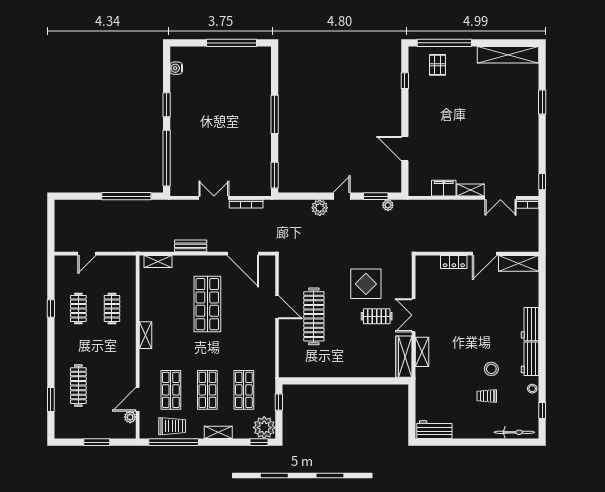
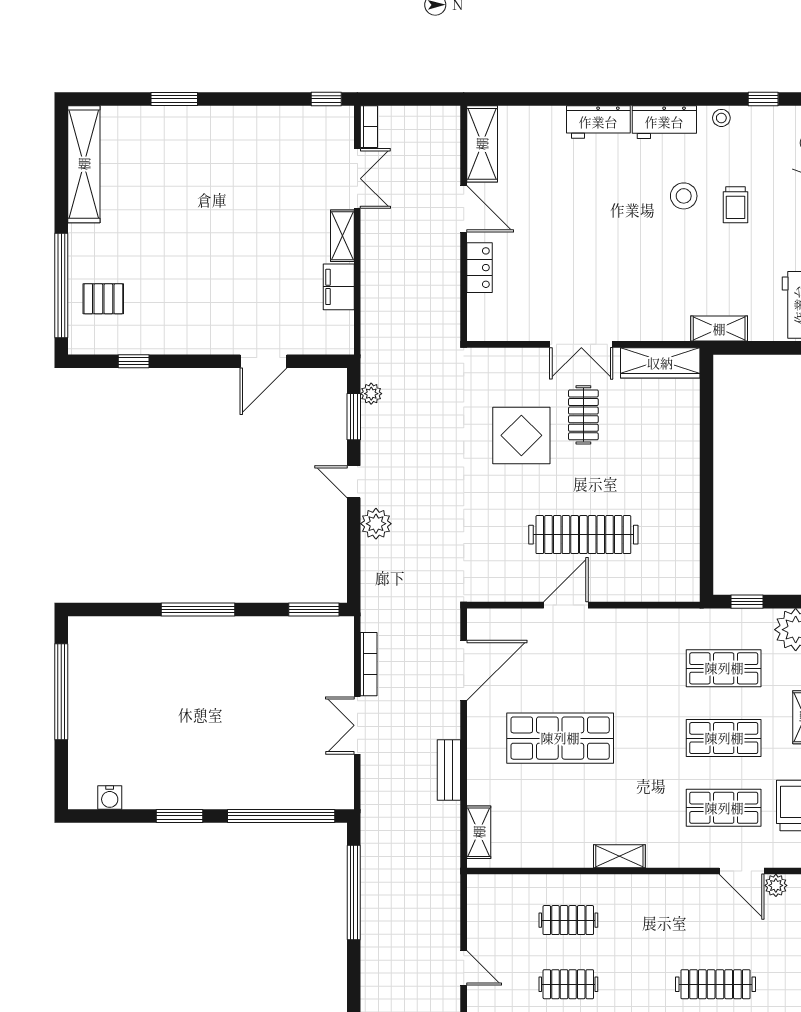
shelving: (422, 352) -> (719, 329), moved

